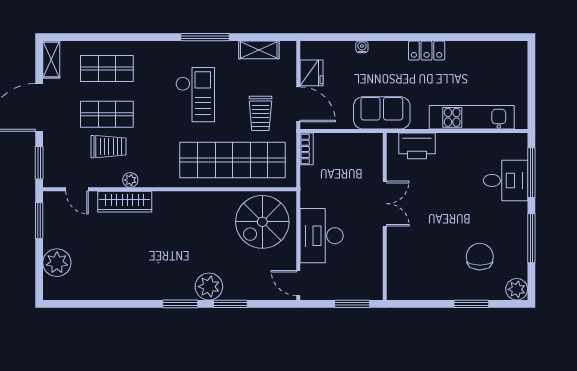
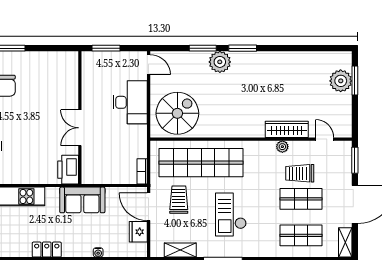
printer: (417, 146) -> (68, 170), moved, turned -90
window: (39, 221) -> (355, 80), moved

